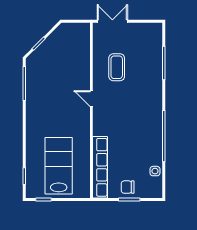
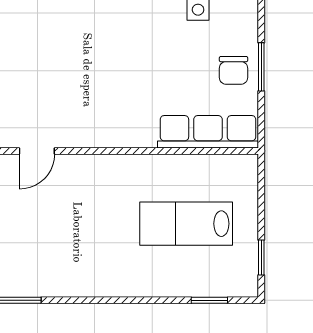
lab bench: (59, 166) -> (186, 224), width x0.73, depth x0.72
row of seats: (100, 167) -> (208, 132), width x0.73

